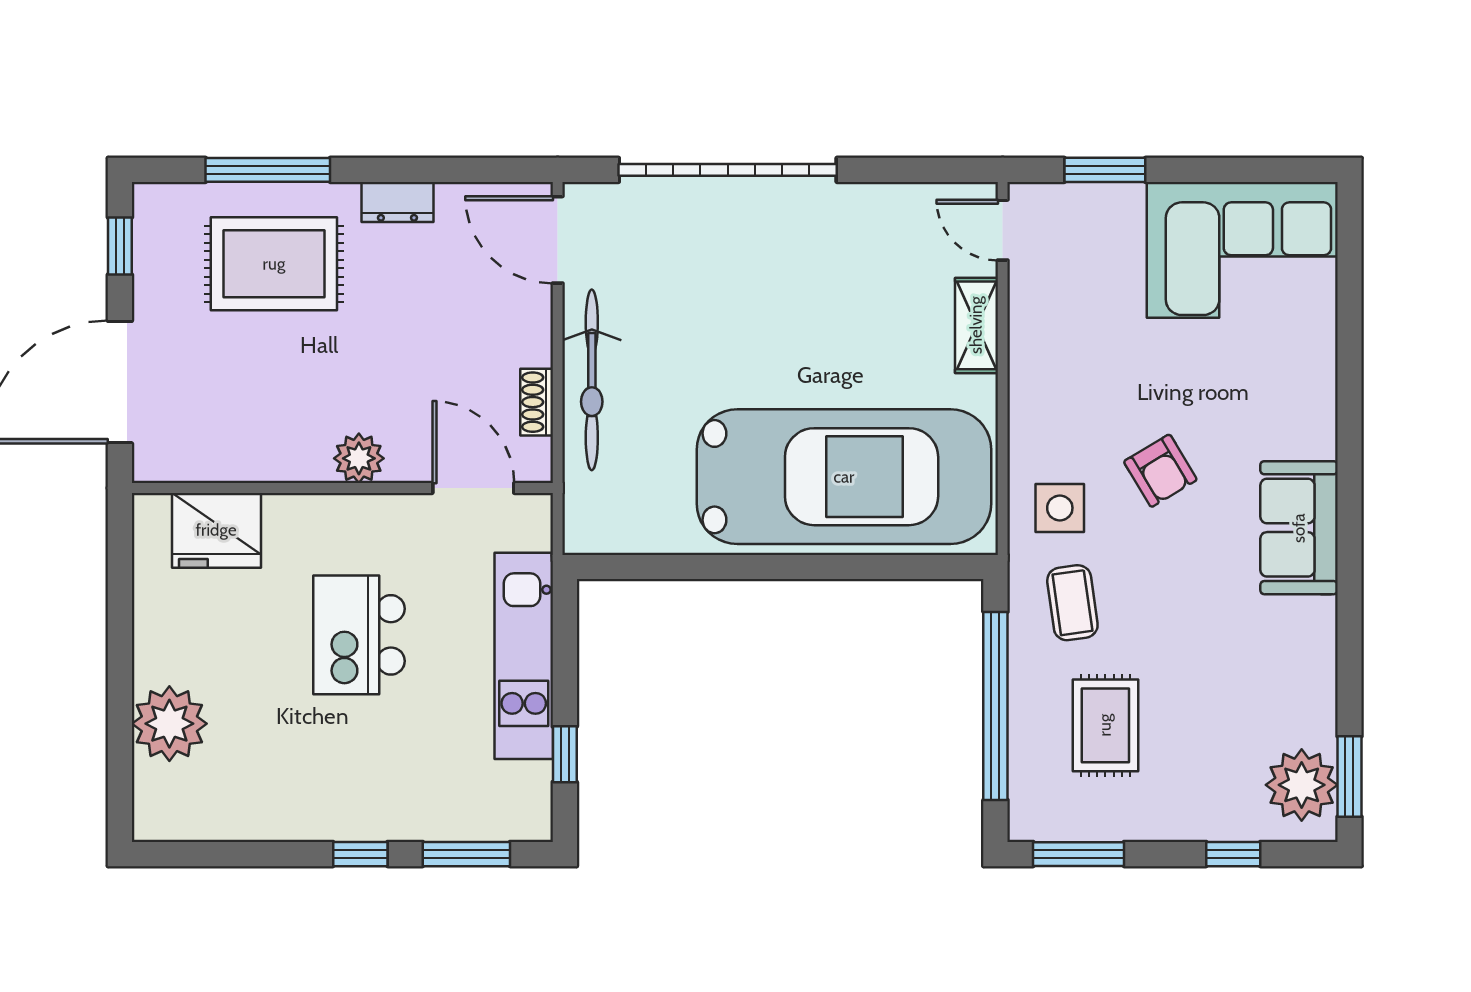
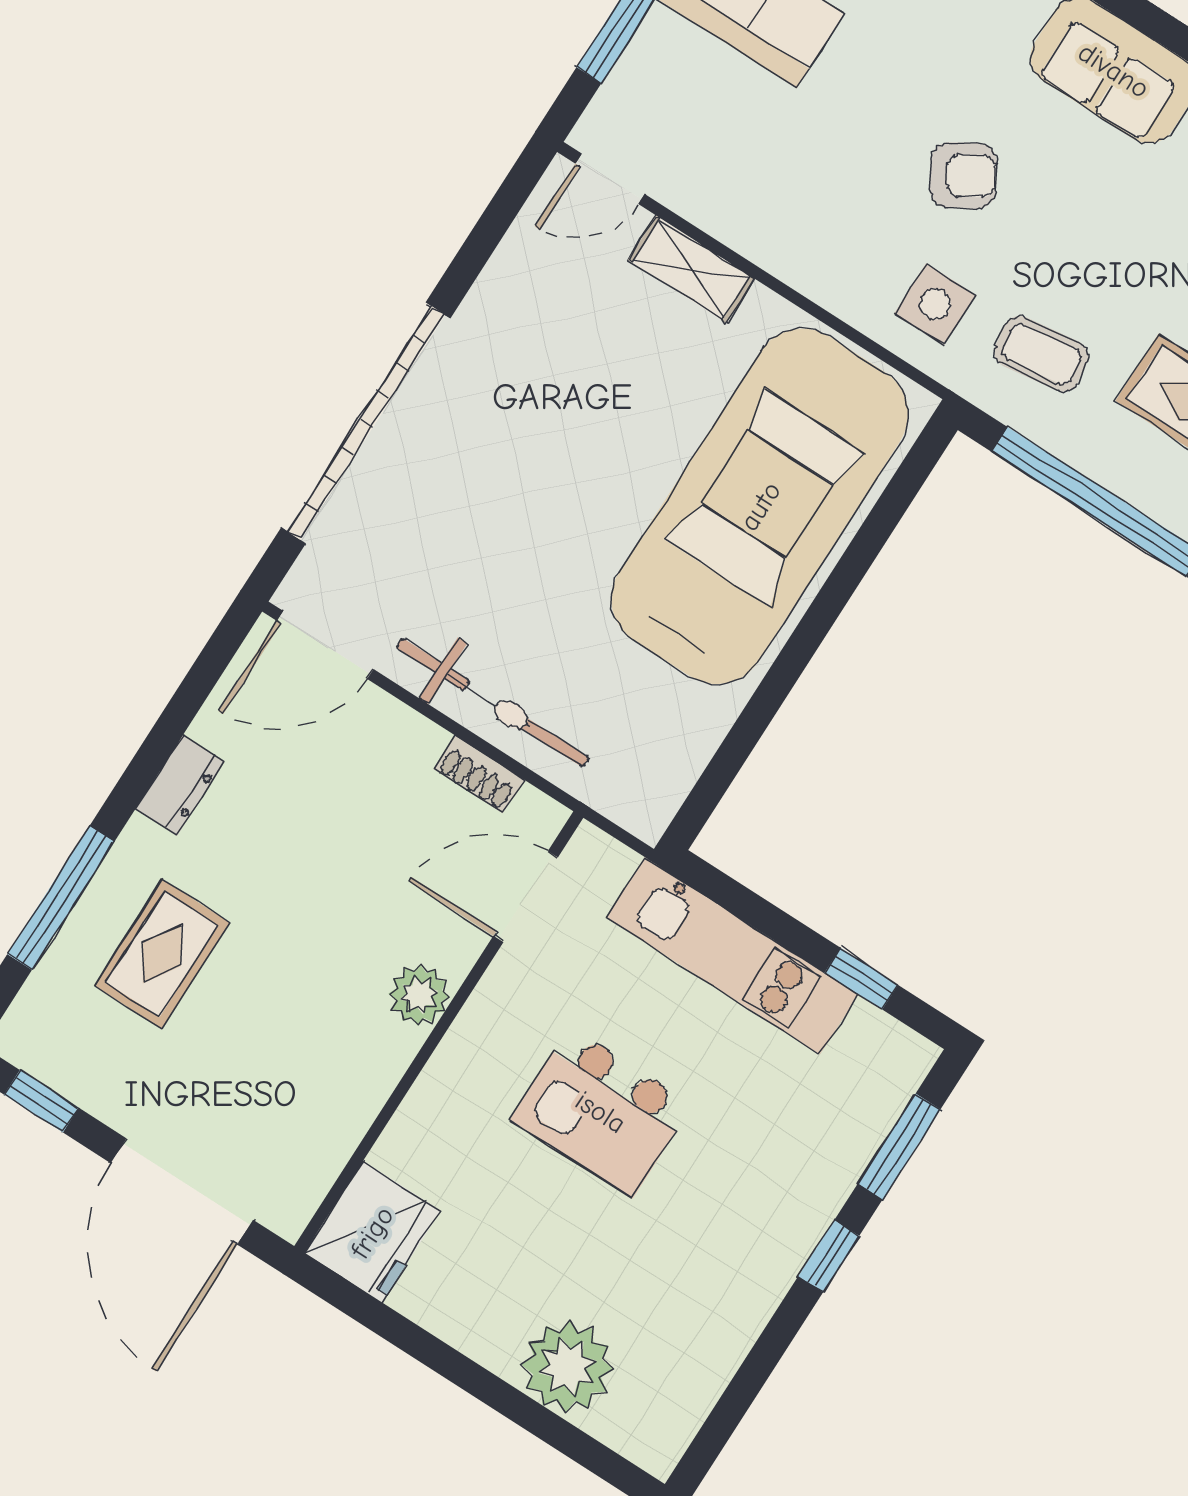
rug: (274, 264) -> (162, 954), width x0.73, depth x0.70
fridge: (216, 530) -> (372, 1232), moved

